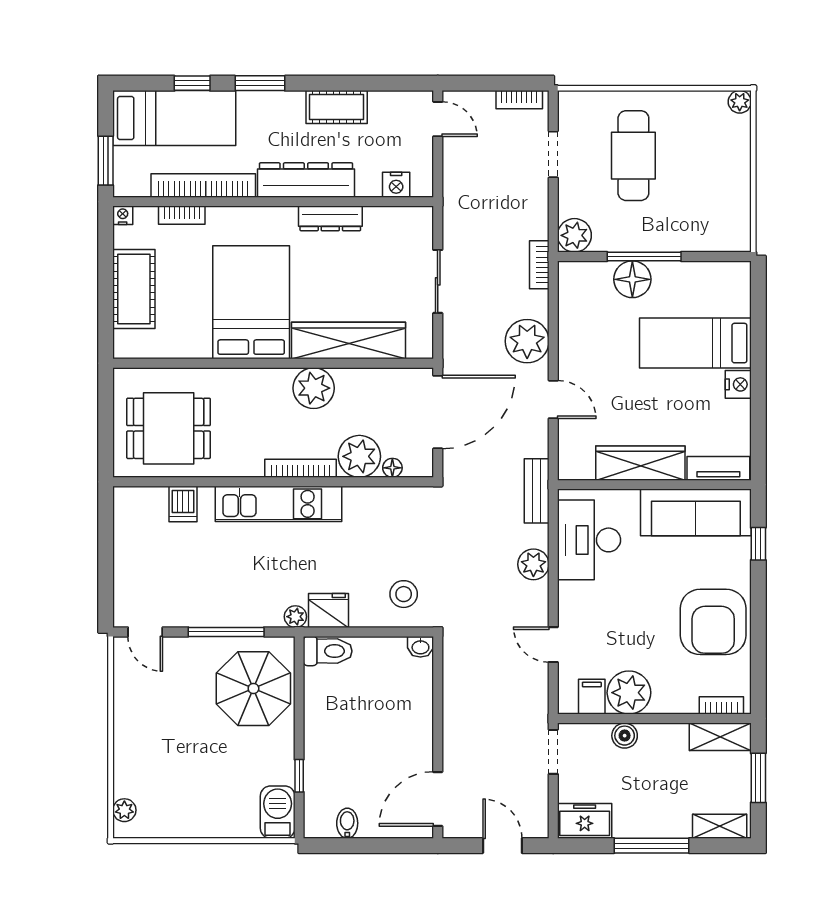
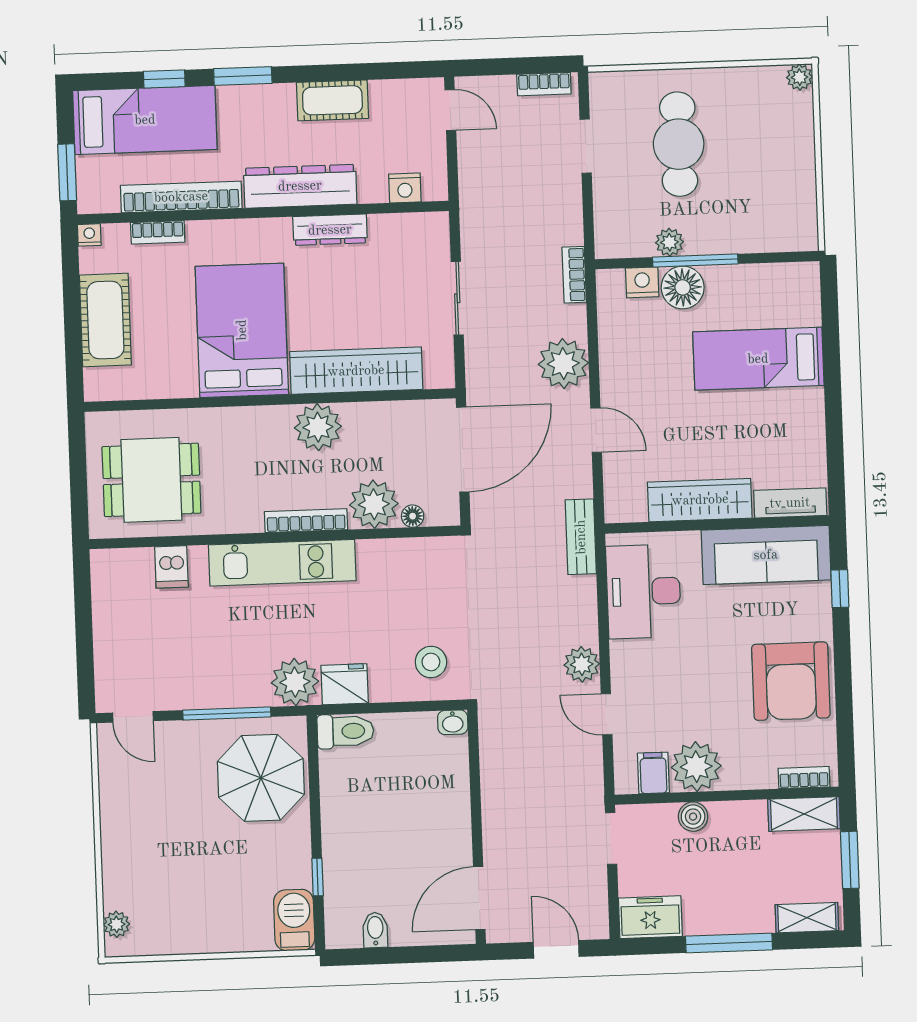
plant: (574, 235) -> (669, 242), moved, width x0.73, depth x0.73
nightstand: (738, 384) -> (642, 282), moved, turned -90
plant: (533, 564) -> (582, 664), moved
plant: (295, 617) -> (295, 682), width x1.88, depth x1.88

